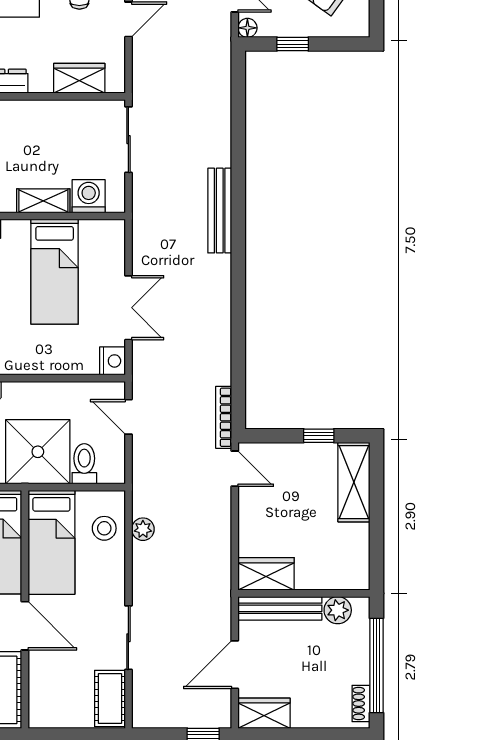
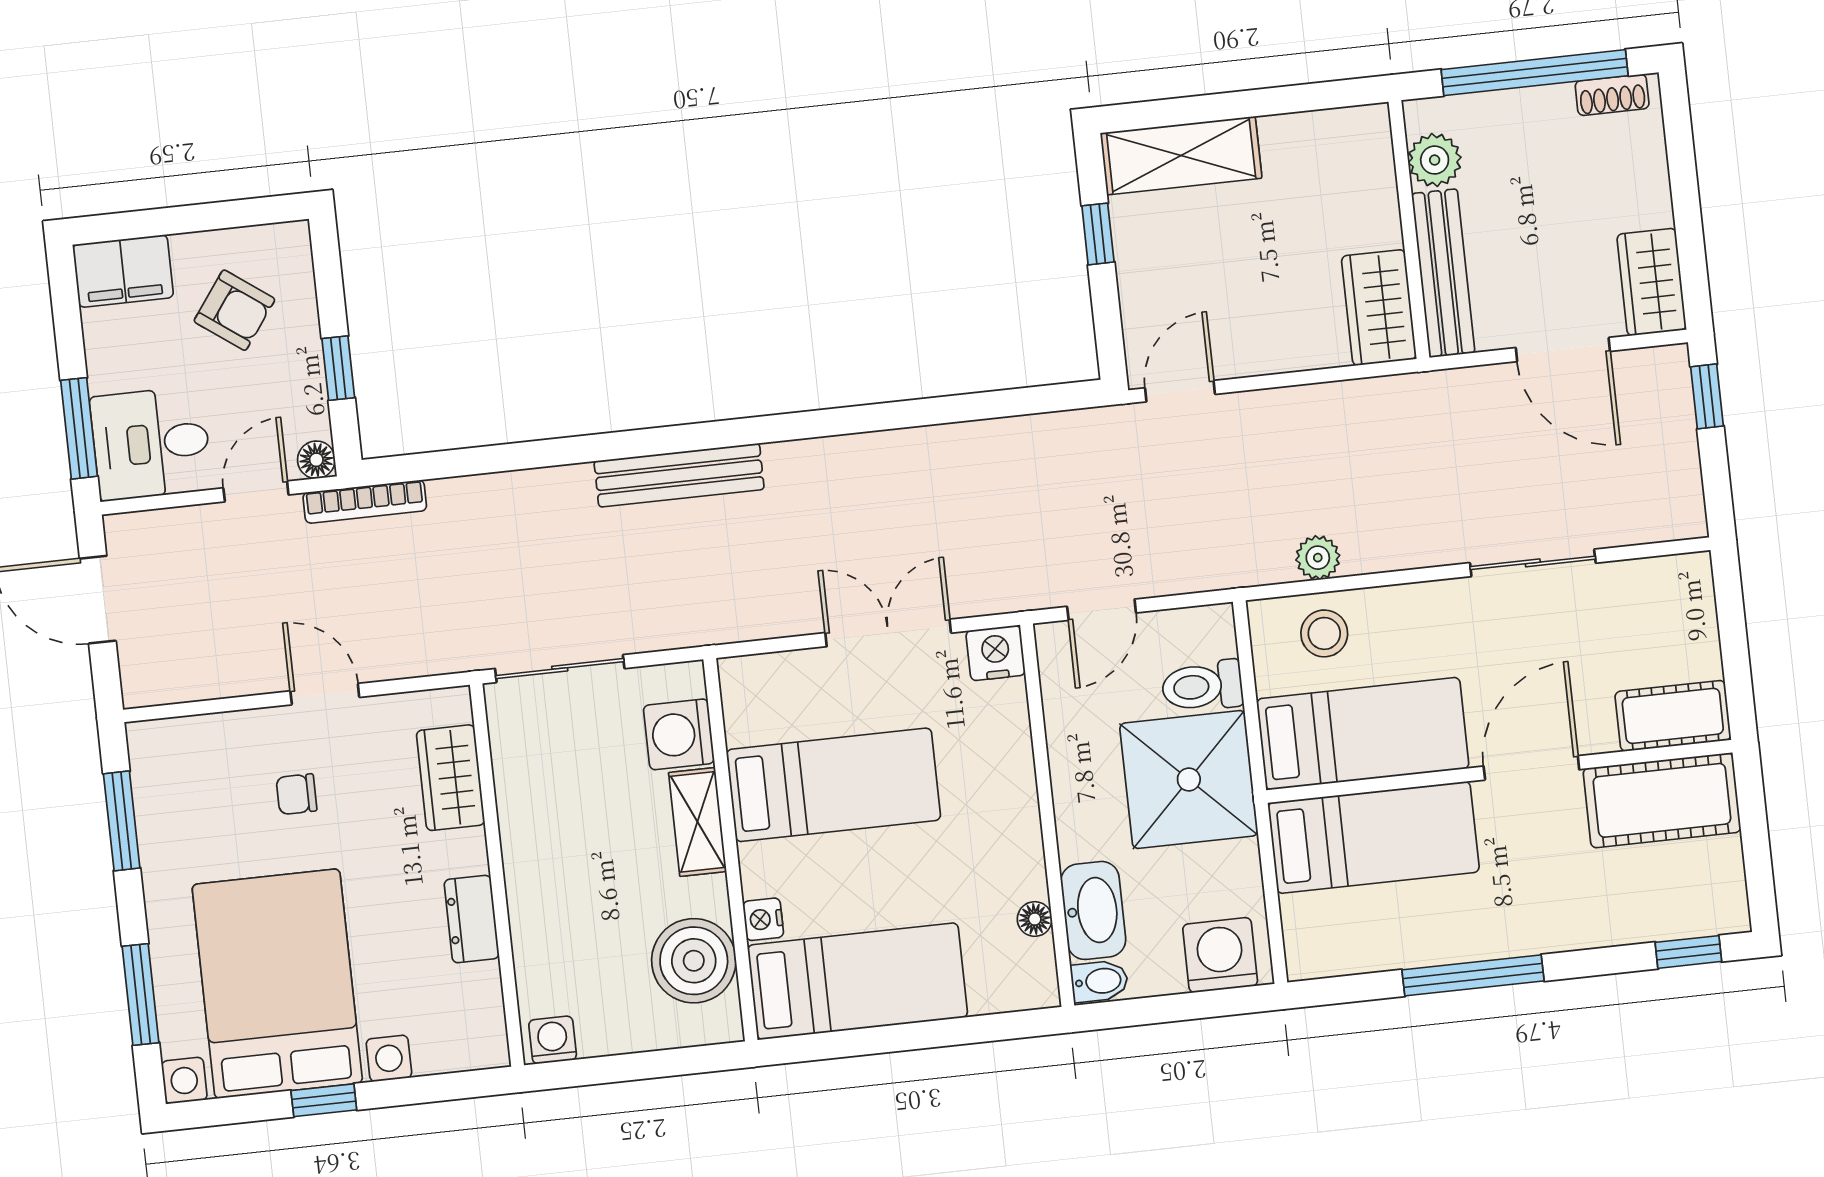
bookcase: (224, 417) -> (365, 502), moved
cot: (110, 698) -> (1673, 716), moved

